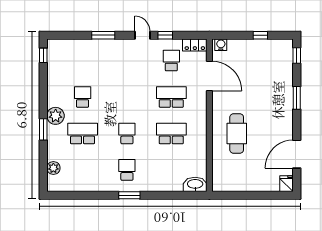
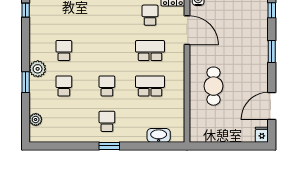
school desk: (83, 133) -> (64, 86), width x0.54
washbasin: (195, 184) -> (159, 135), moved

